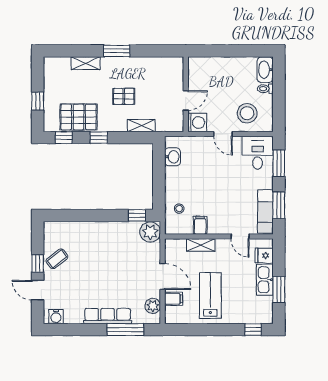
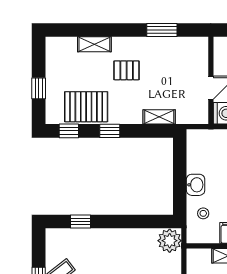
window: (117, 51) -> (162, 30), moved
pallet: (124, 96) -> (127, 70), moved
washbasin: (173, 157) -> (196, 185), moved
window: (137, 216) -> (80, 221), moved

